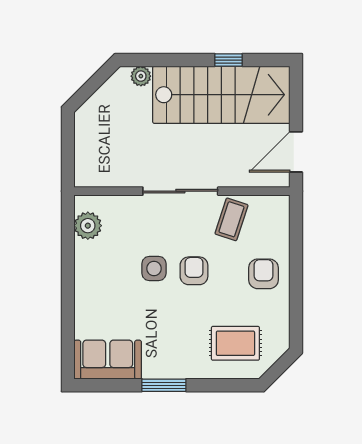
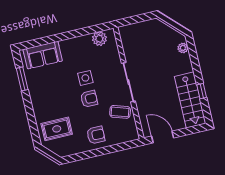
stairs: (221, 95) -> (190, 100), width x0.73, depth x0.66
rug: (235, 343) -> (57, 129), turned 90
sofa: (108, 360) -> (43, 55), moved, turned 90
window: (164, 385) -> (22, 79), moved

